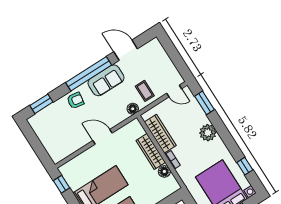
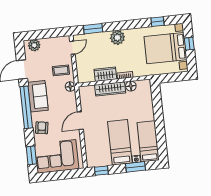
plant: (157, 50) -> (34, 45), added
corner sofa: (53, 130) -> (57, 156), added
wardrobe: (160, 134) -> (105, 74), width x0.67

